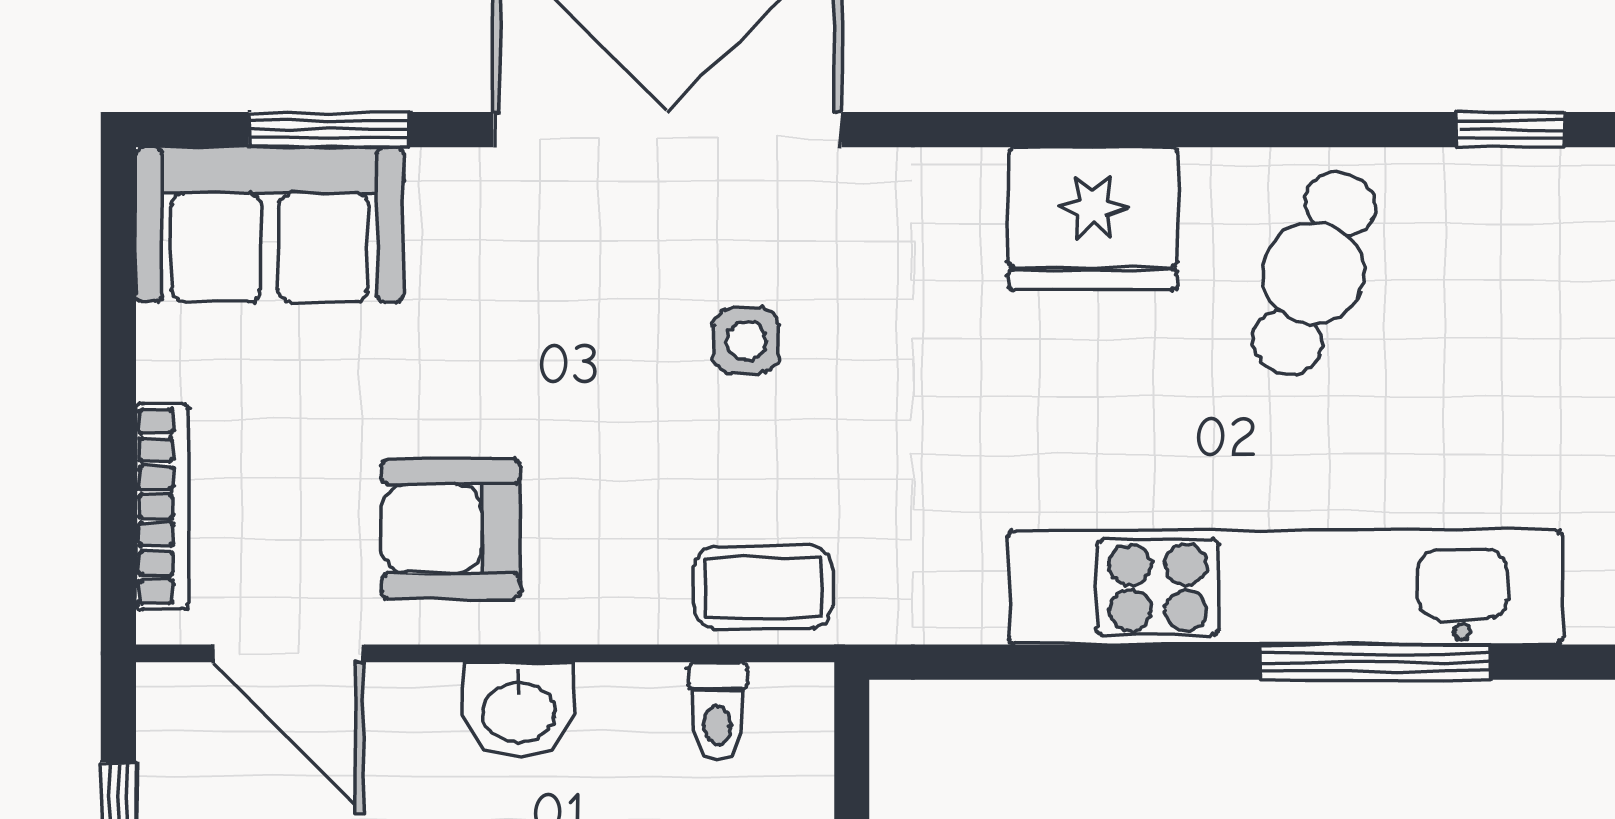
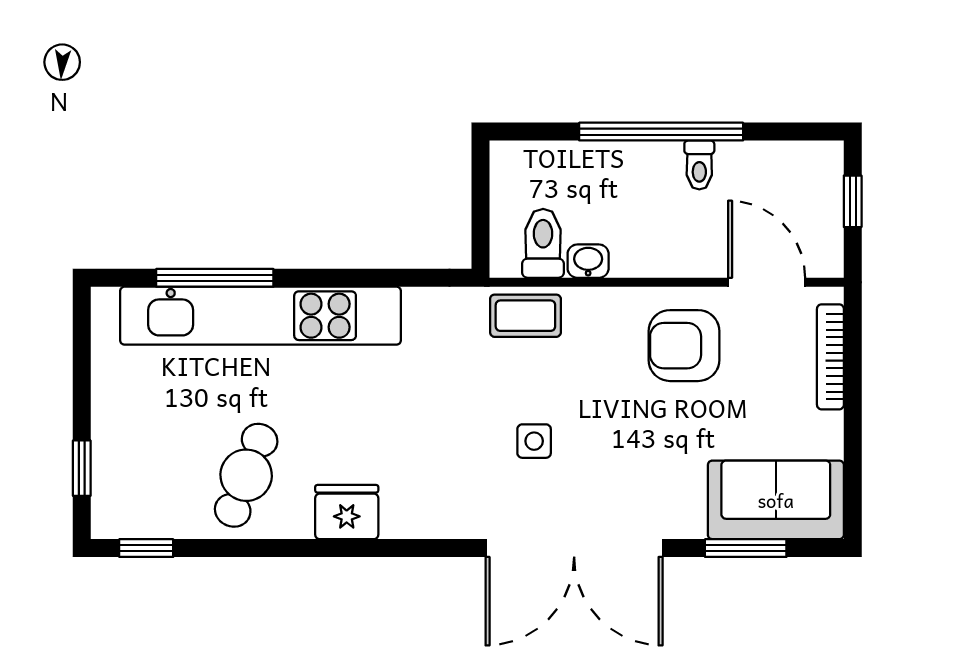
fridge: (1093, 219) -> (347, 512), width x0.73, depth x0.75
armchair: (451, 529) -> (684, 346), turned 180
washbasin: (518, 710) -> (588, 261), moved, width x0.72, depth x0.69
toilet: (717, 711) -> (543, 243), width x1.37, depth x1.39

